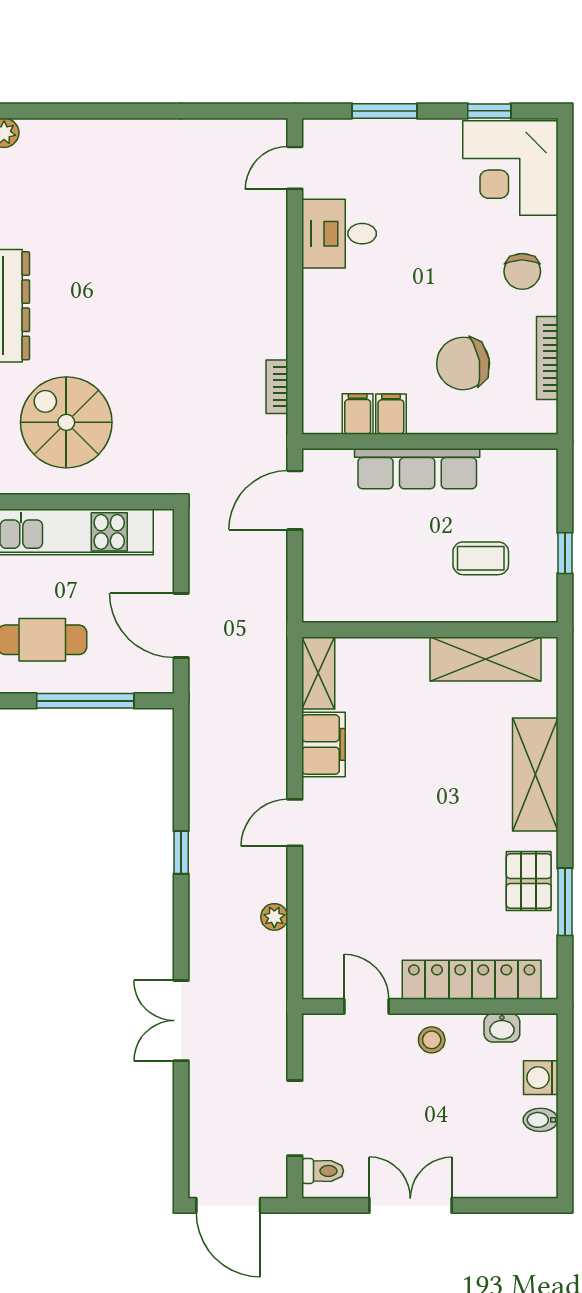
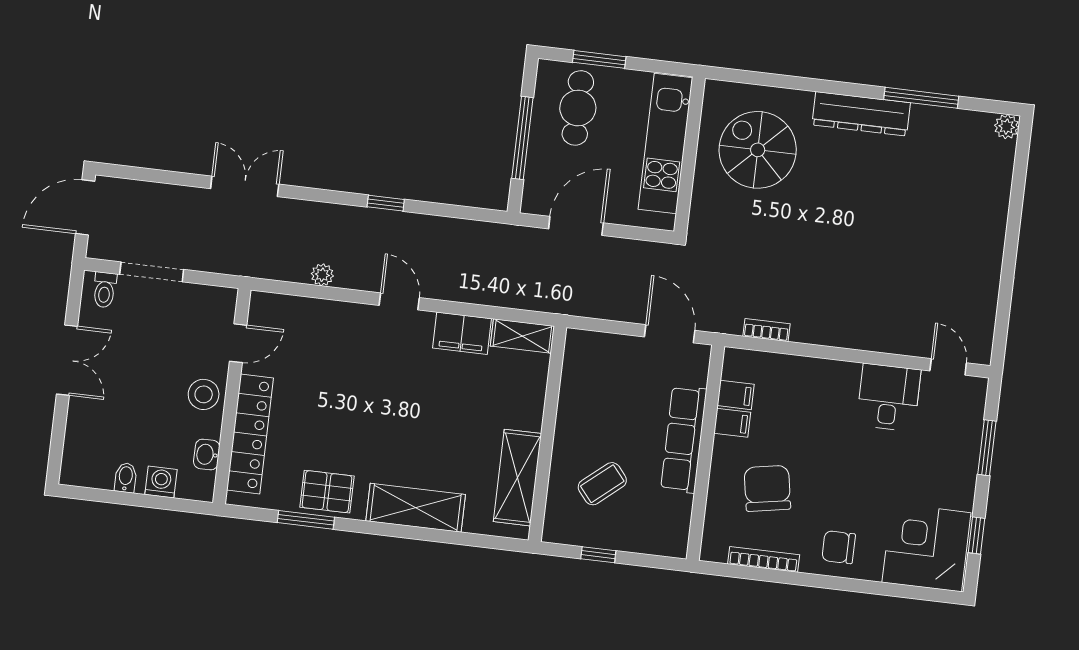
spiral stairs: (66, 422) -> (758, 150), turned -90
coffee table: (481, 558) -> (602, 484), turned 50
stool: (432, 1040) -> (204, 394), width x1.37, depth x1.37

